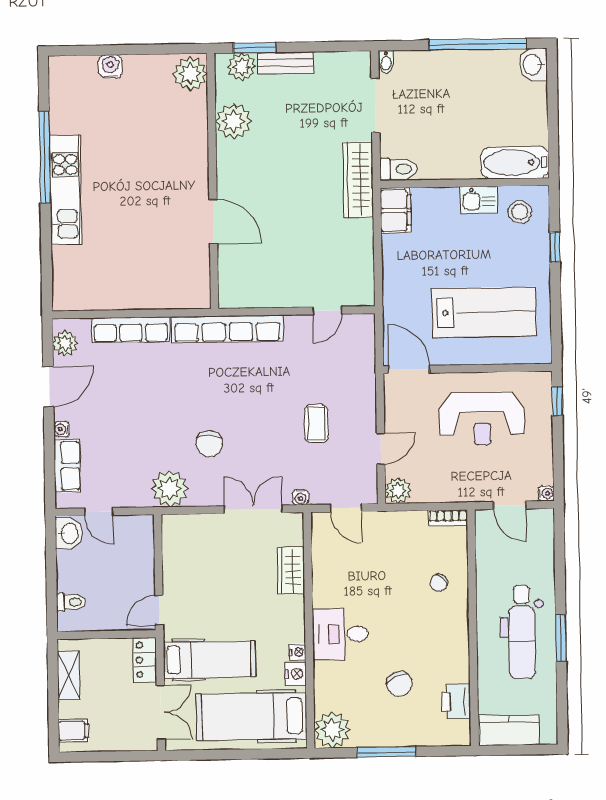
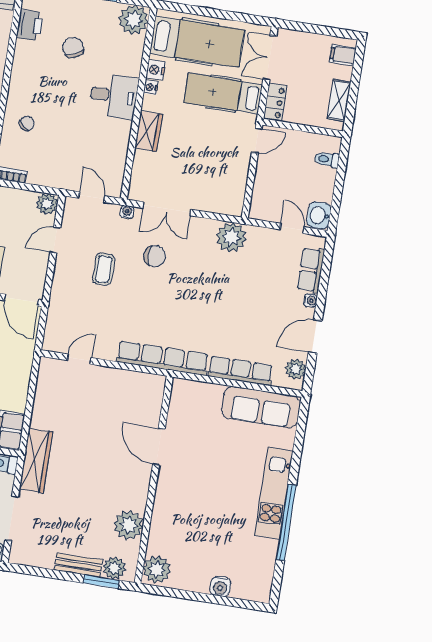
sofa: (99, 291) -> (261, 407), added
chair: (209, 444) -> (155, 256), moved, turned 90
wardrobe: (291, 571) -> (148, 131), moved

